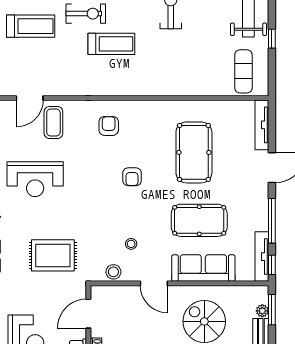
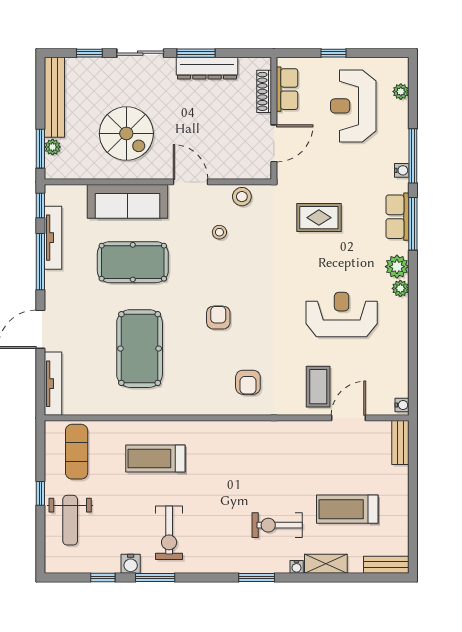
treadmill: (111, 44) -> (155, 458), moved
rug: (53, 255) -> (319, 218), width x0.73, depth x0.70
tv unit: (262, 257) -> (53, 238), moved

